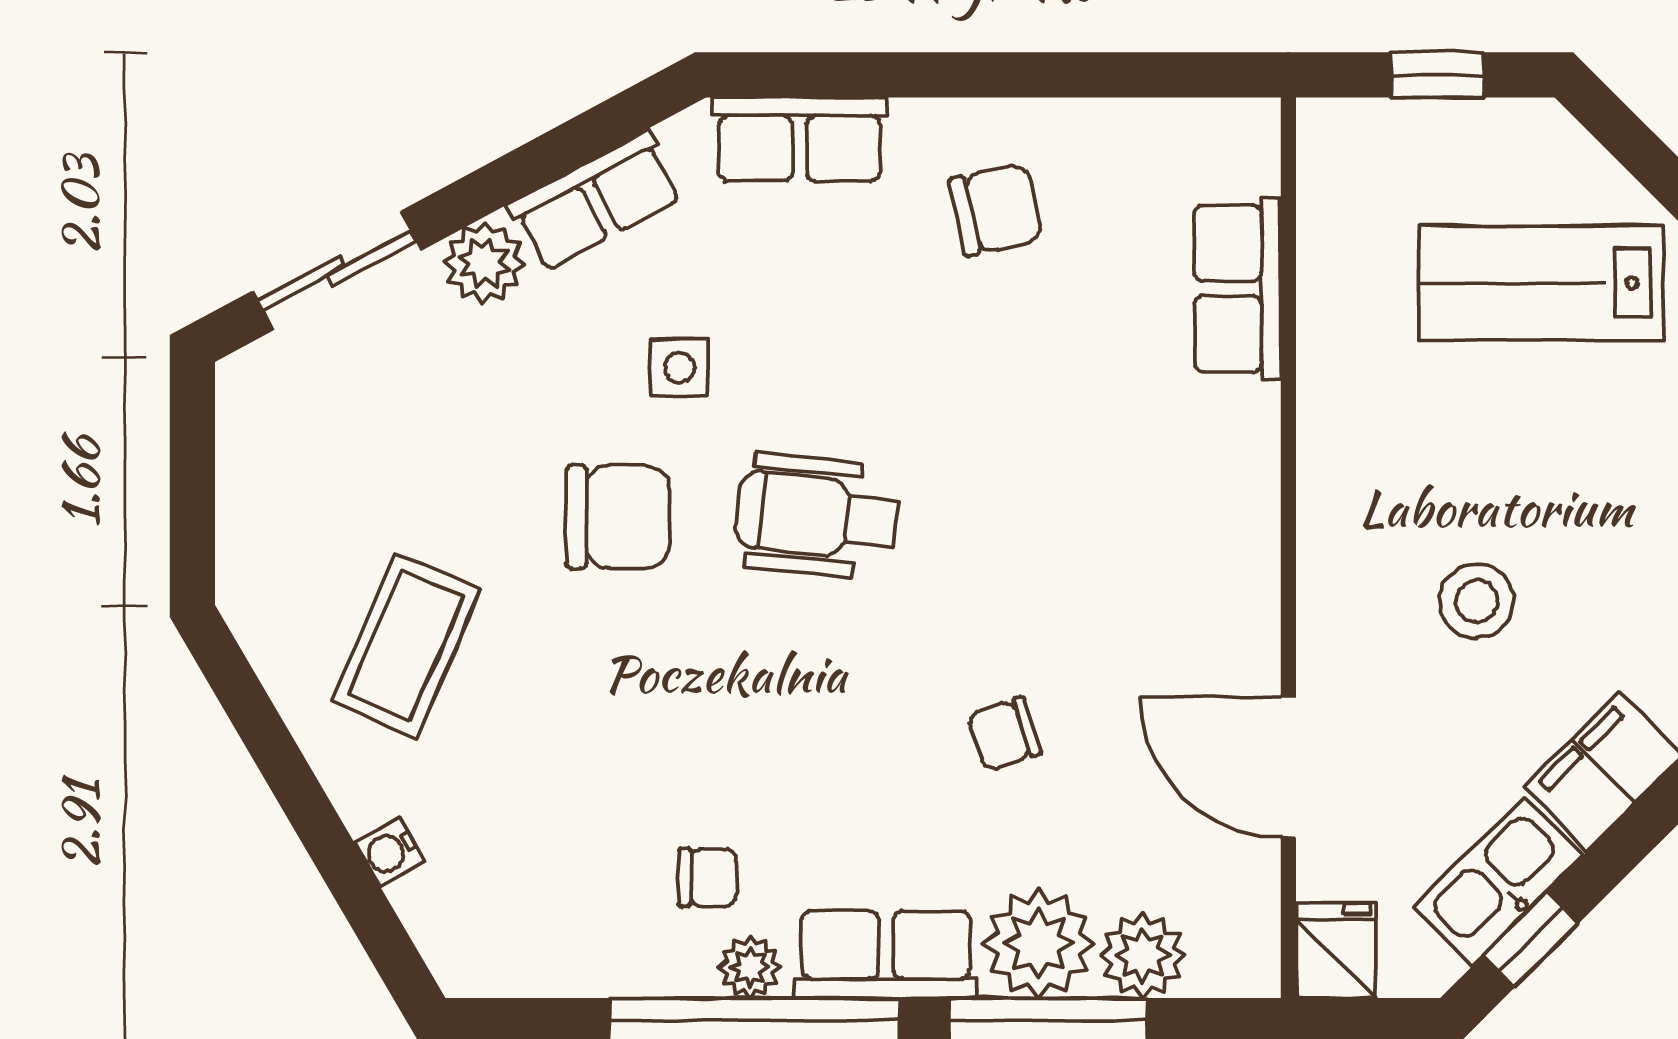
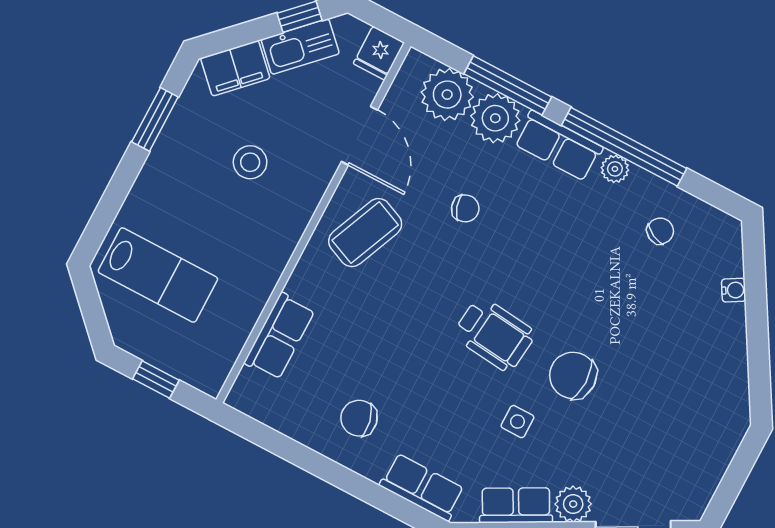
coffee table: (406, 645) -> (365, 233), moved
chair: (708, 877) -> (660, 231), moved, turned 117
plant: (1143, 955) -> (447, 95), width x1.36, depth x1.36

